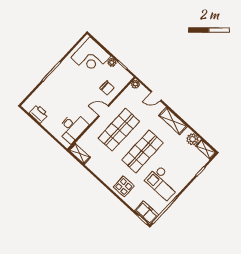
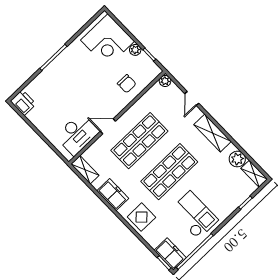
door: (156, 96) -> (192, 98), hinge flipped
door: (104, 111) -> (108, 126), moved
printer: (39, 114) -> (23, 103), moved
freezer: (101, 171) -> (113, 195), added
checkout: (163, 183) -> (194, 215), turned 180

